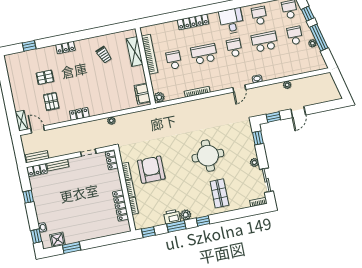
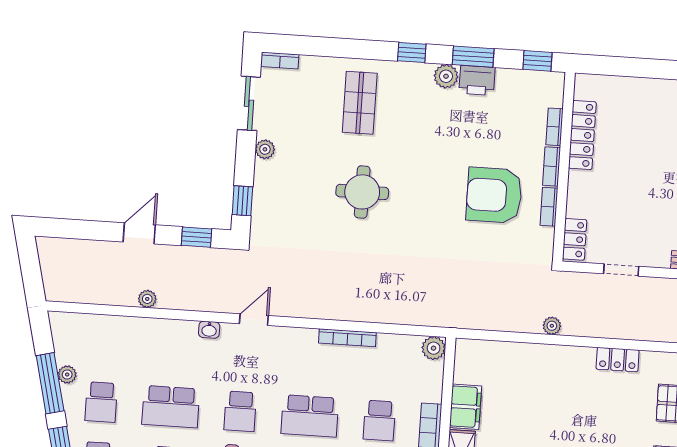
filing cabinet: (142, 94) -> (466, 407), moved
round table: (208, 156) -> (362, 192), width x0.73, depth x0.73
armchair: (151, 170) -> (494, 195), turned 90

